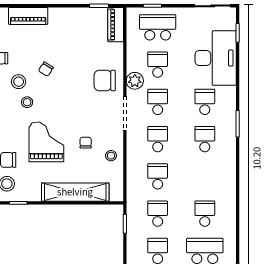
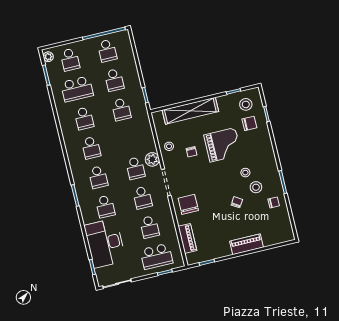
piano: (28, 16) -> (246, 244), moved
piano: (116, 25) -> (187, 238), moved
chair: (105, 81) -> (188, 204), turned -90
plant: (135, 81) -> (152, 159), moved
grand piano: (46, 142) -> (223, 145), turned -90
school desk: (158, 176) -> (91, 148), moved

